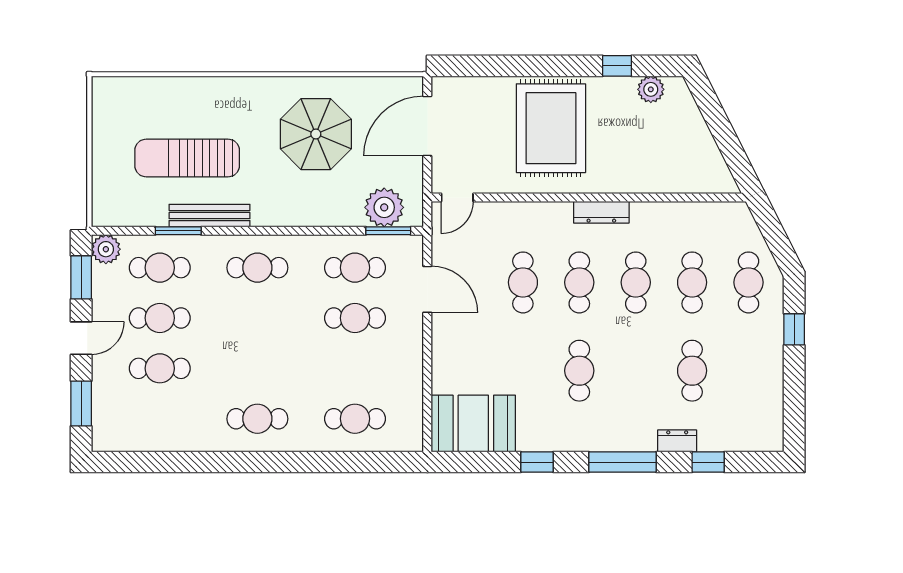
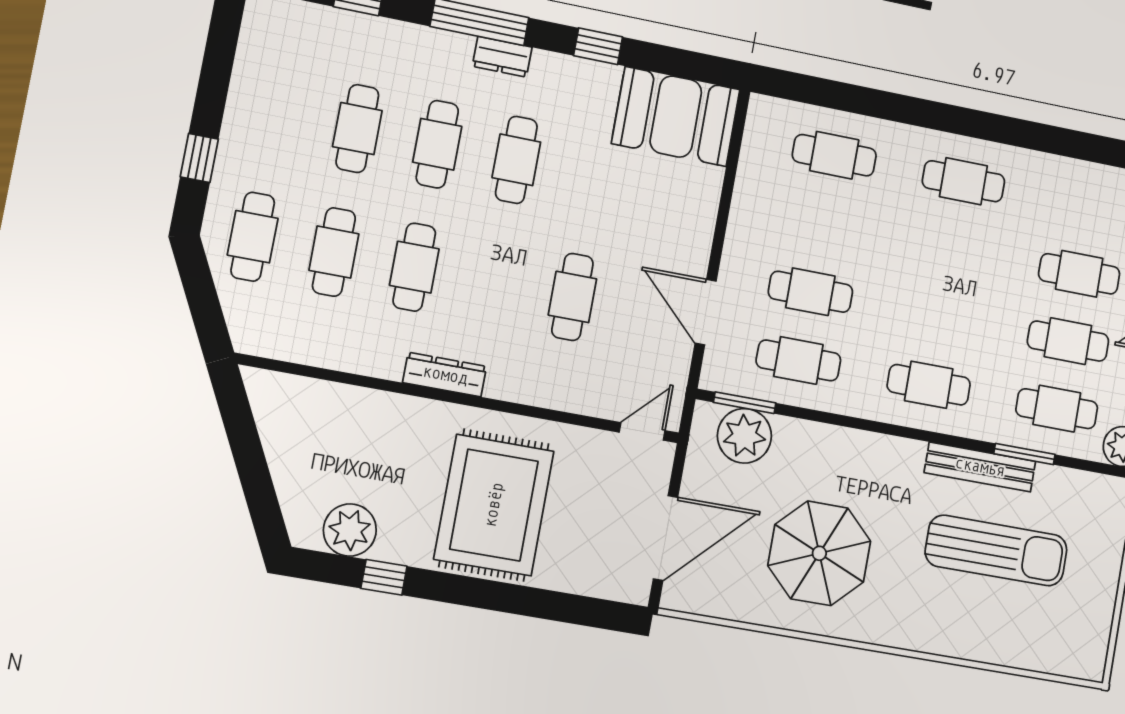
plant: (651, 89) -> (350, 530), width x1.36, depth x1.36
cafe table: (579, 282) -> (437, 144), moved
dresser: (677, 441) -> (502, 57), moved

